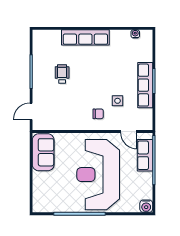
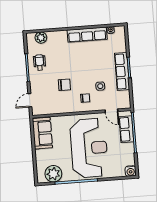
plant: (50, 37) -> (41, 38), added
row of seats: (85, 37) -> (87, 35), moved
wheelchair: (62, 74) -> (40, 62), moved
chair: (74, 96) -> (64, 85), added
reception desk: (98, 175) -> (89, 148), turned 180
plant: (53, 202) -> (53, 174), added

